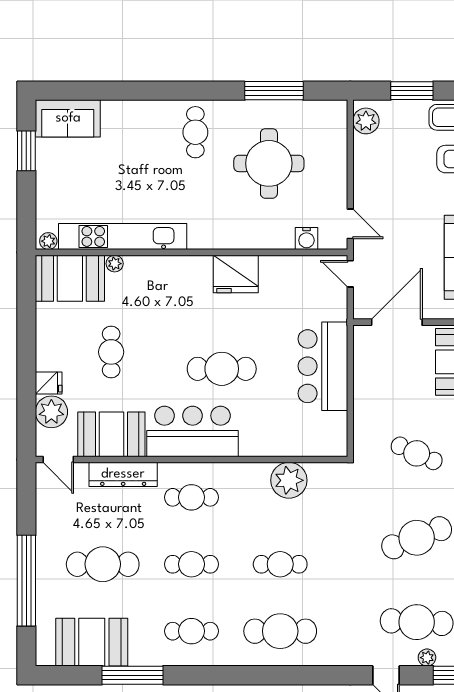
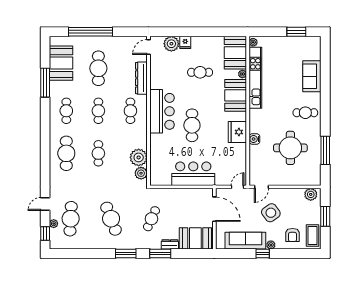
sofa: (68, 118) -> (312, 76), moved
side table: (404, 204) -> (271, 213), added
water cooler: (306, 239) -> (254, 139), moved
booth: (111, 434) -> (236, 95), moved
plant: (322, 475) -> (141, 173), added

